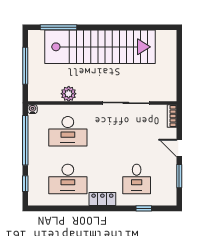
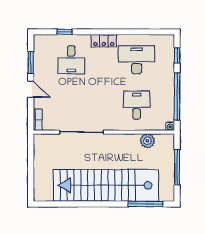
plant: (69, 94) -> (147, 141), moved
desk: (68, 131) -> (137, 105), width x0.73
desk: (137, 179) -> (71, 60), turned 180

